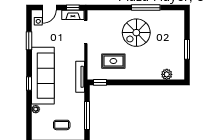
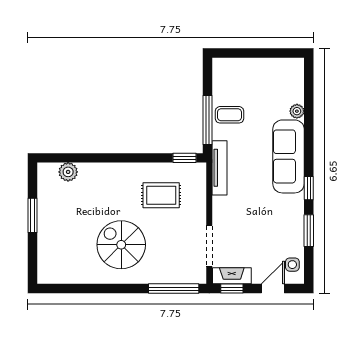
window: (146, 8) -> (174, 289), moved
spiral stairs: (136, 33) -> (121, 245), turned -90
sofa: (43, 76) -> (288, 156), width x0.74, depth x0.79
window: (29, 84) -> (309, 188), moved
window: (87, 115) -> (207, 120), moved
coffee table: (62, 125) -> (229, 115), moved

